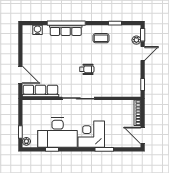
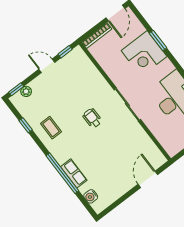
row of seats: (66, 30) -> (74, 173), width x0.68
door: (143, 54) -> (47, 66), moved
row of seats: (40, 91) -> (149, 147), removed
corner desk: (91, 134) -> (144, 53), moved

